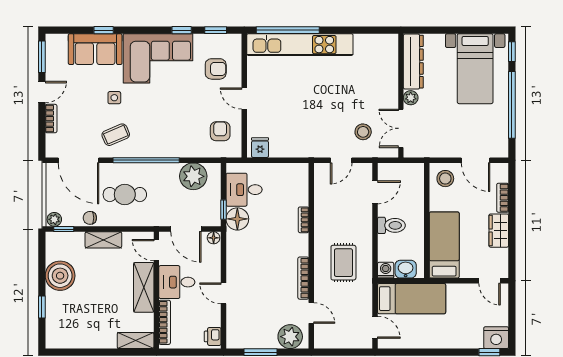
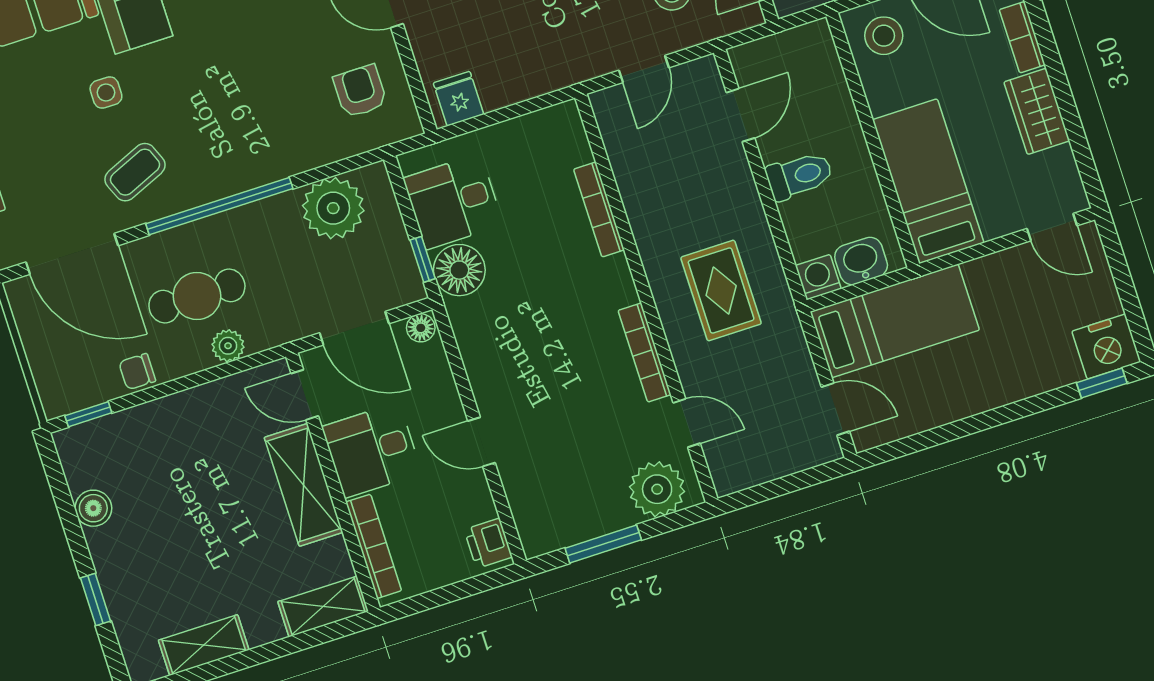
plant: (54, 219) -> (228, 346), moved
bookcase: (304, 220) -> (599, 210), width x1.56
shelving: (103, 240) -> (204, 645), moved
boiler: (60, 276) -> (93, 508), width x0.54, depth x0.54

